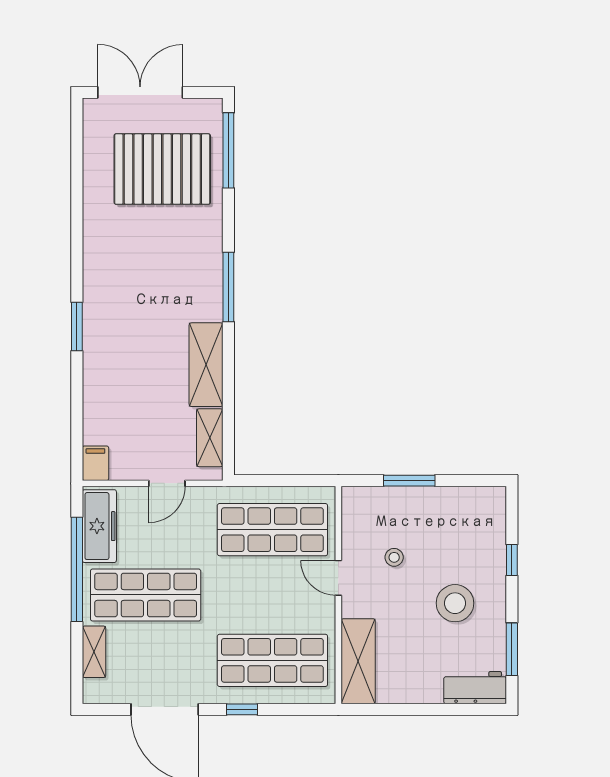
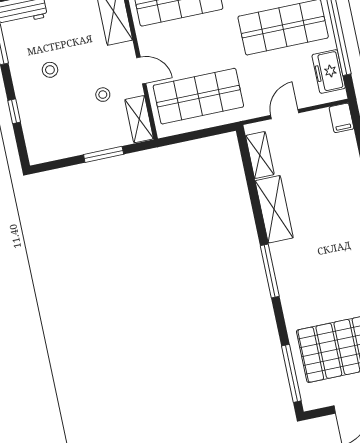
shelving: (354, 516) -> (139, 119), added
freezer: (99, 526) -> (329, 71), width x0.71
stool: (455, 603) -> (50, 70), width x0.53, depth x0.53

